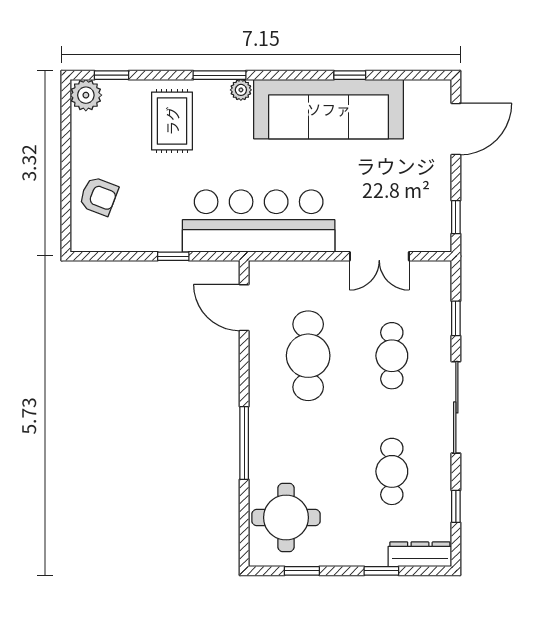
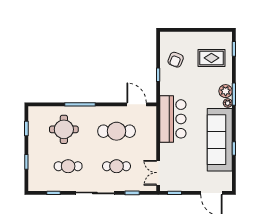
plant: (86, 95) -> (226, 91), moved
rug: (172, 121) -> (211, 58), moved
armchair: (99, 196) -> (176, 60), moved
bar counter: (259, 221) -> (173, 119), width x0.73
double door: (379, 256) -> (158, 173), moved
door: (244, 308) -> (137, 104), hinge flipped
round table: (286, 518) -> (64, 129), moved
dresser: (420, 554) -> (33, 178), removed

